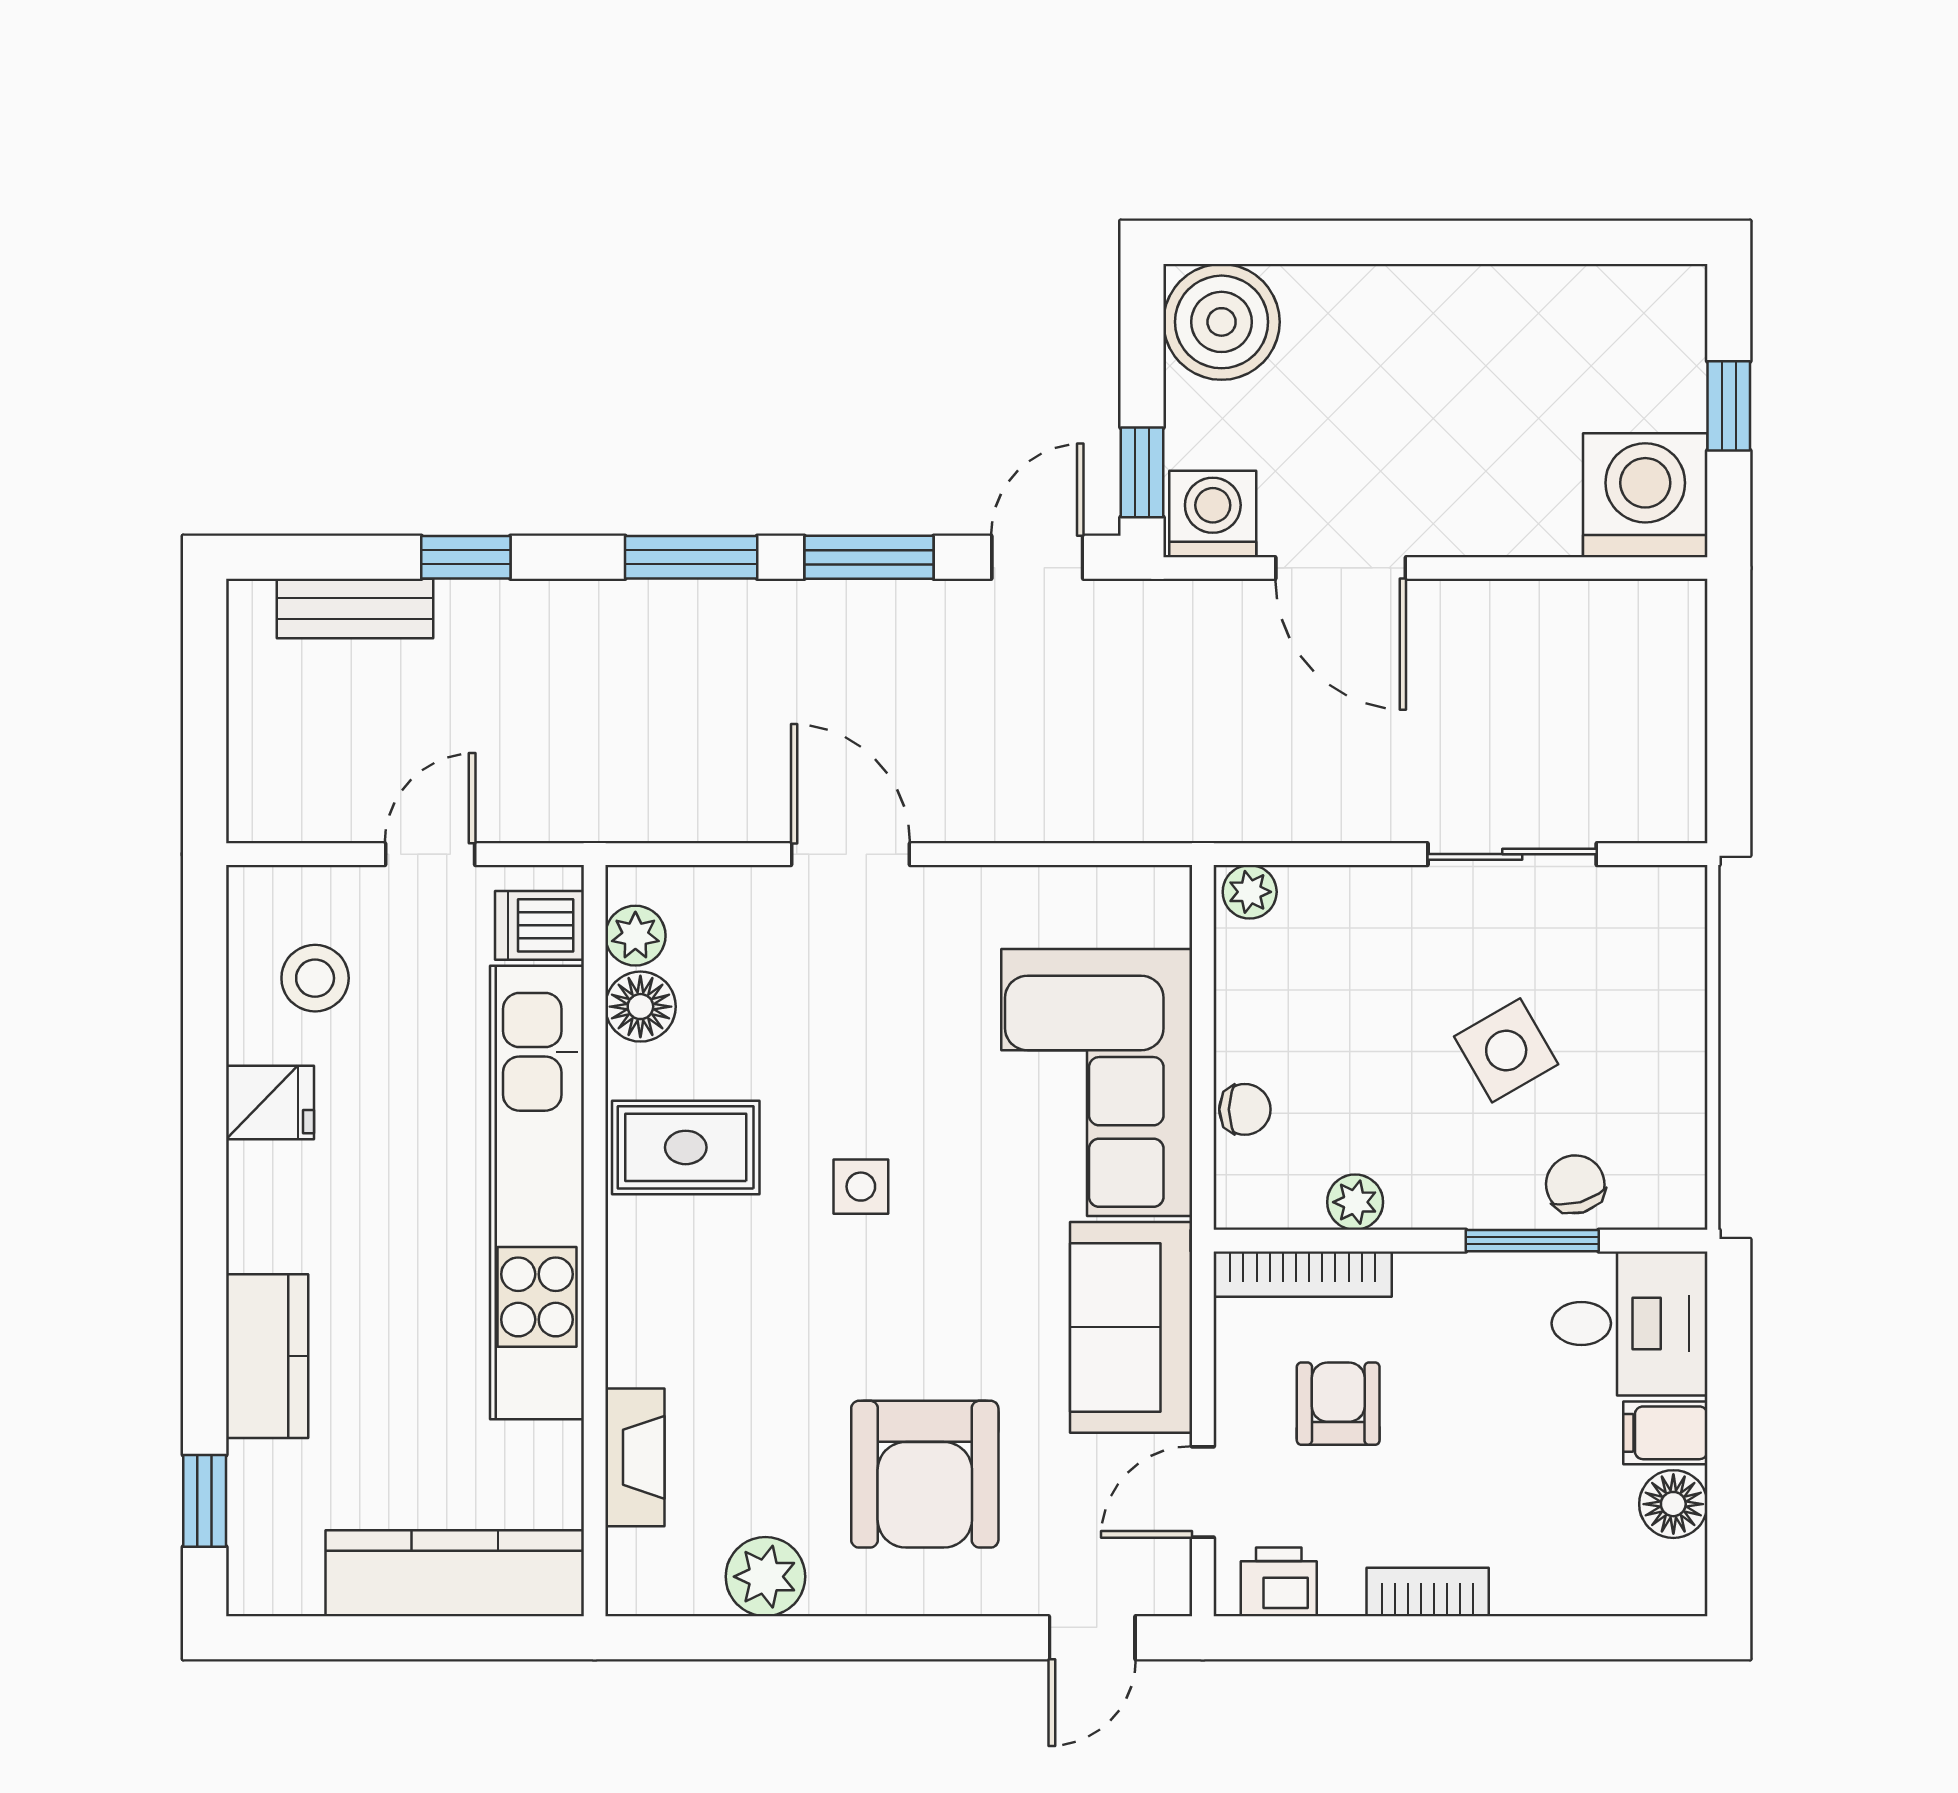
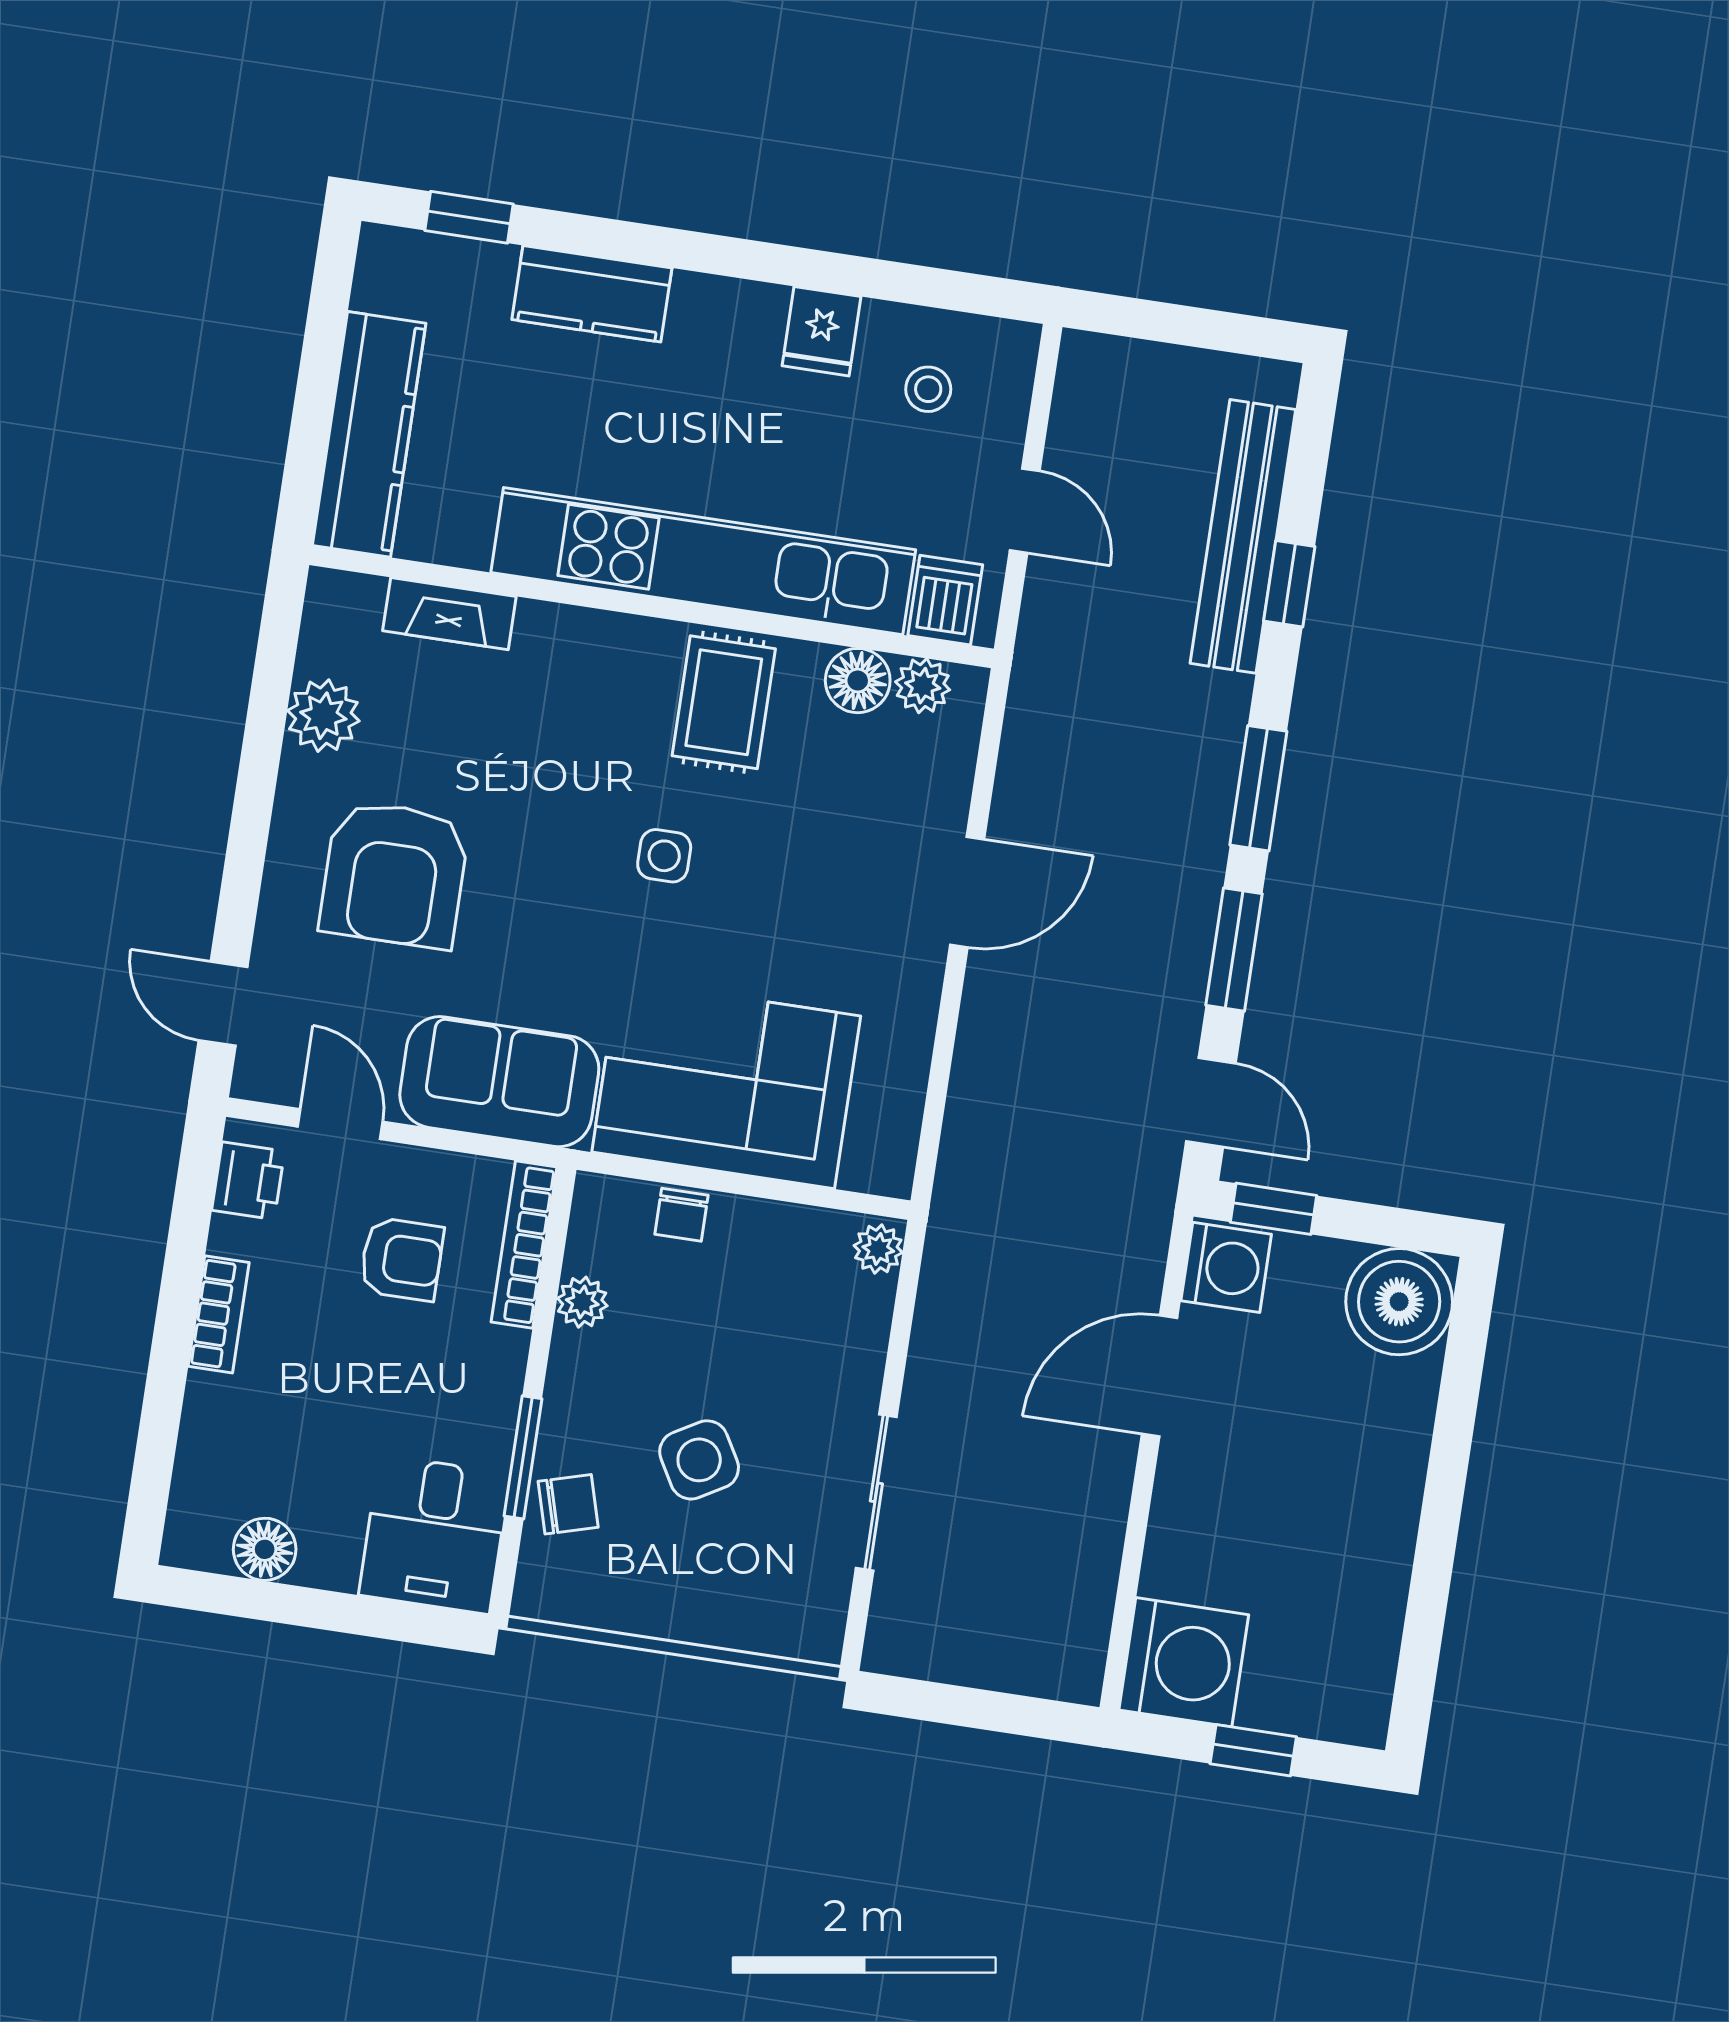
bench: (355, 609) -> (1243, 536), width x1.86, depth x1.21
stool: (315, 978) -> (928, 389), width x0.73, depth x0.73
filing cabinet: (1665, 1433) -> (330, 1552), removed
armchair: (925, 1474) -> (394, 874), turned -90

